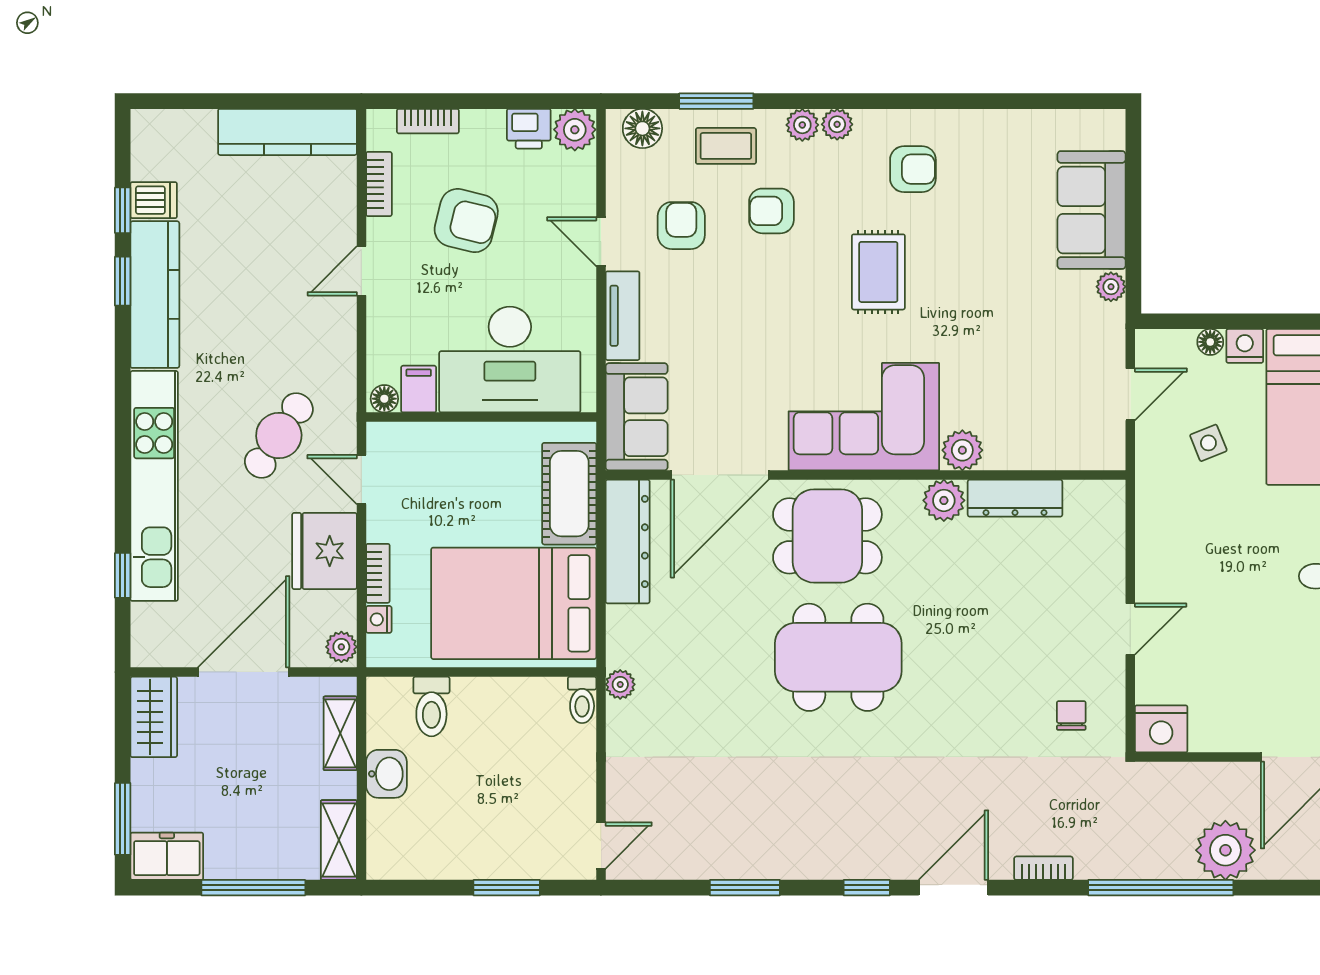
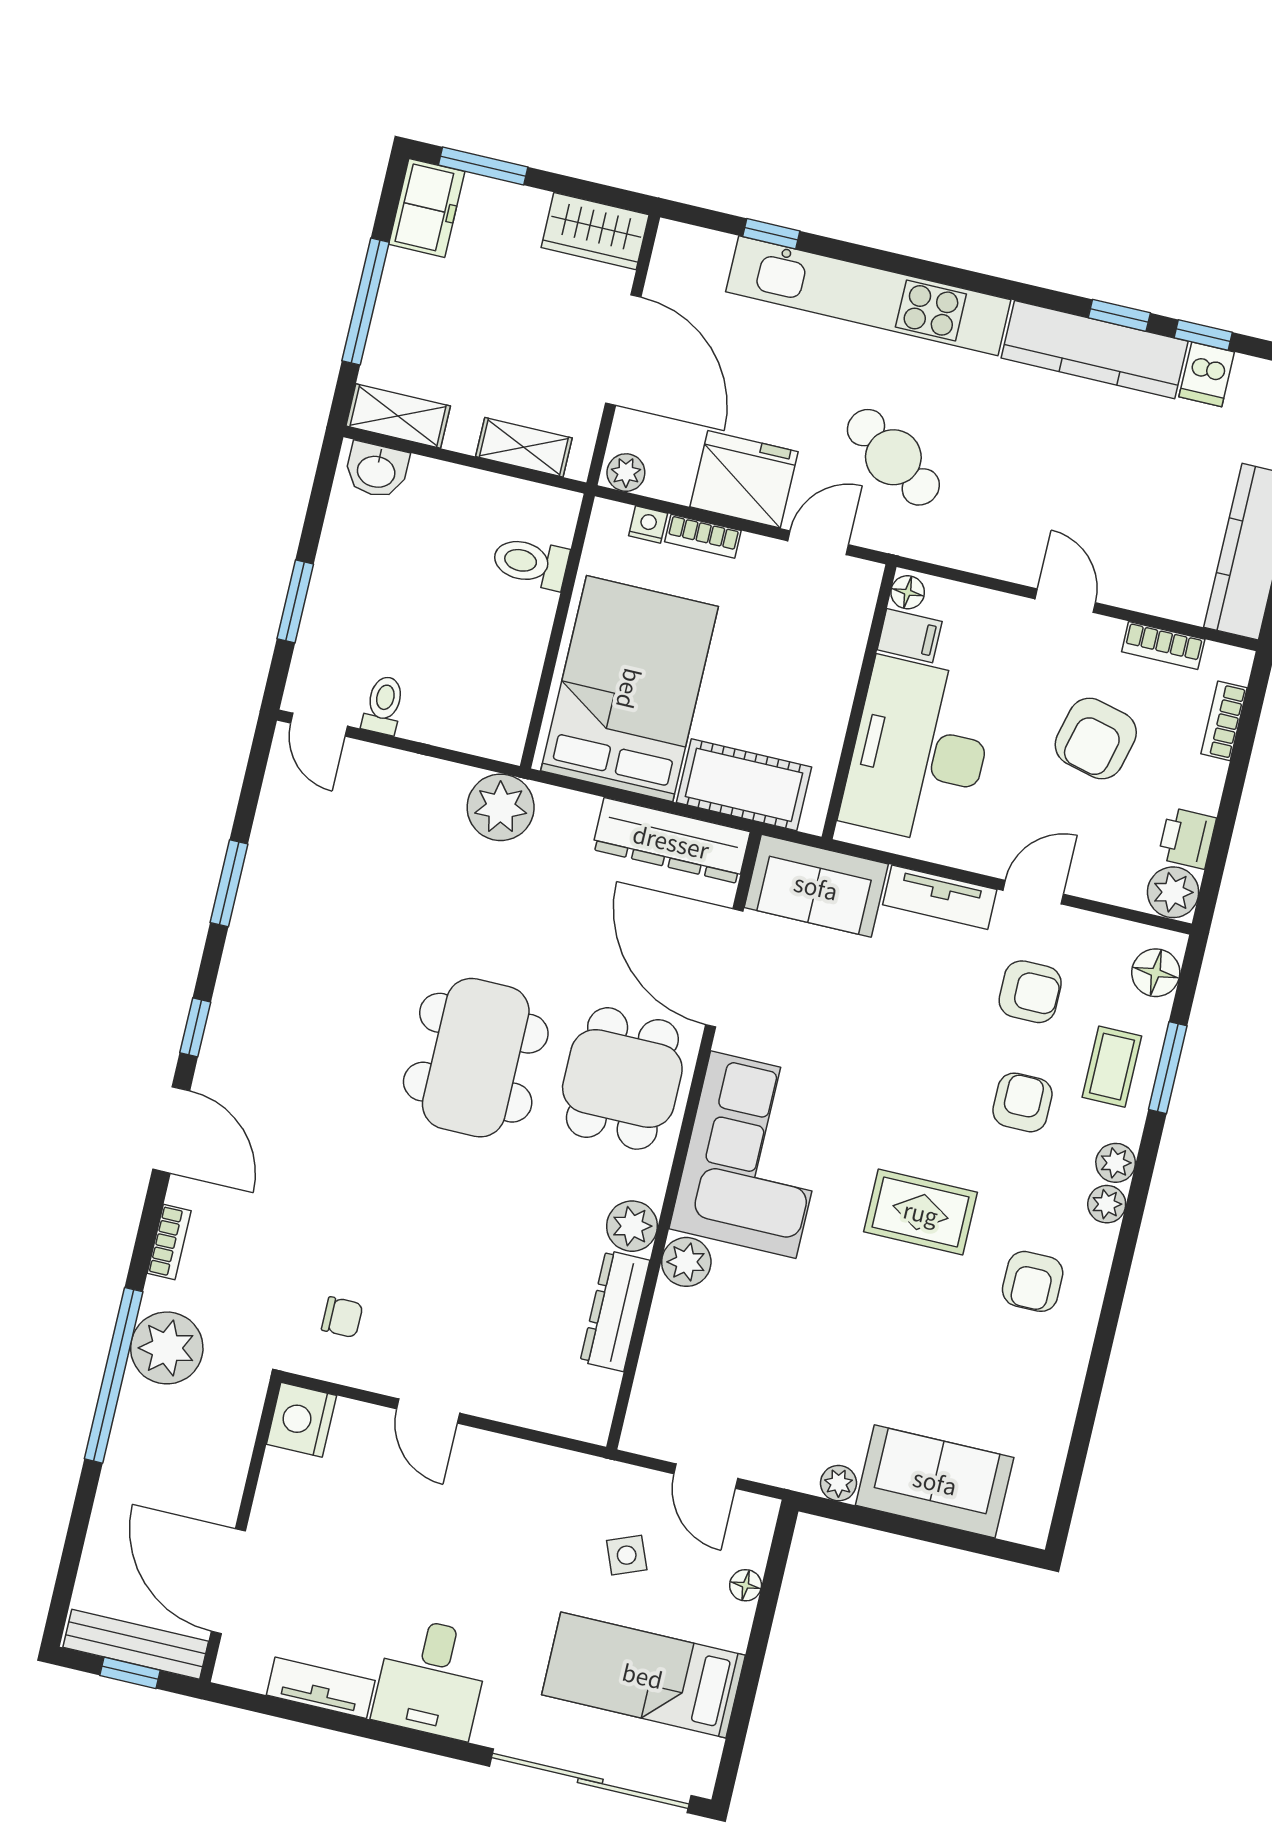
nightstand: (1245, 346) -> (731, 1625), removed
plant: (620, 684) -> (501, 807), width x1.87, depth x1.87
toilet: (582, 700) -> (384, 705), moved, turned 90
washbasin: (386, 774) -> (376, 470), moved
plant: (1225, 850) -> (167, 1348), moved

